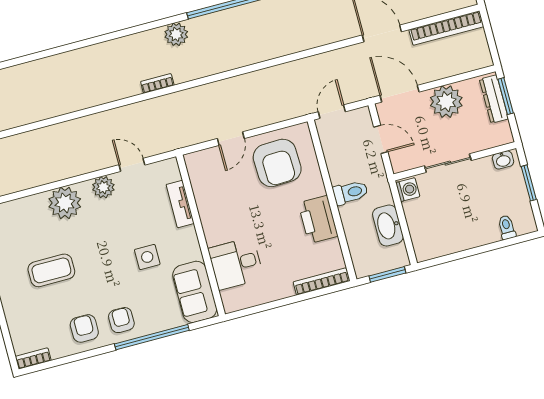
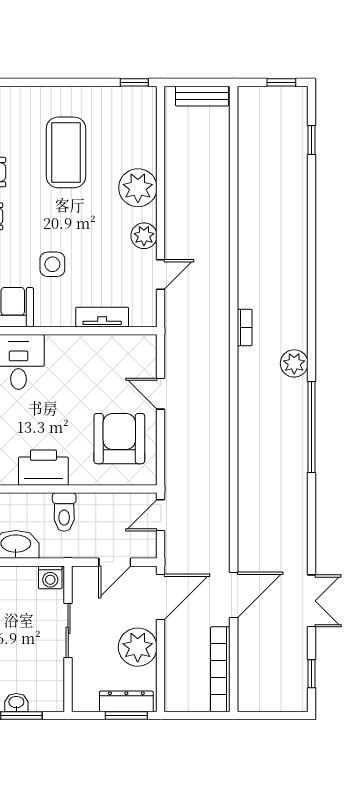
door: (332, 112) -> (161, 515), swing flipped
washbasin: (503, 160) -> (16, 703), moved, turned 90
armchair: (277, 163) -> (119, 439), turned 92
coffee table: (51, 270) -> (66, 152), width x1.36, depth x1.32

